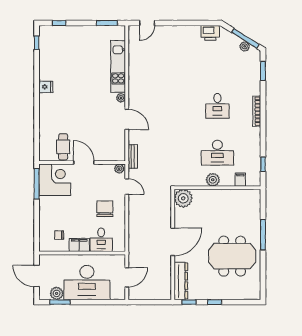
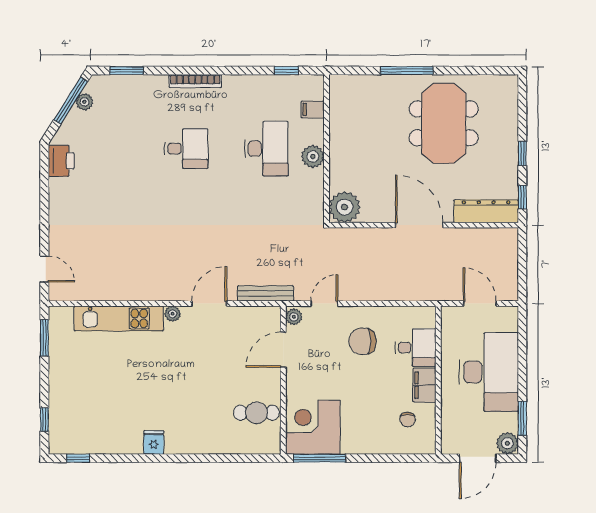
bench: (133, 156) -> (265, 293), width x1.36
door: (84, 163) -> (283, 350), moved
plant: (57, 293) -> (507, 443), moved

